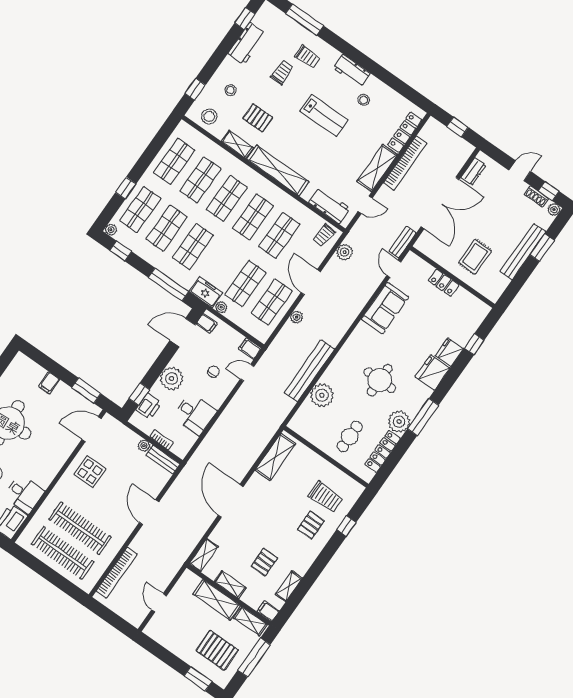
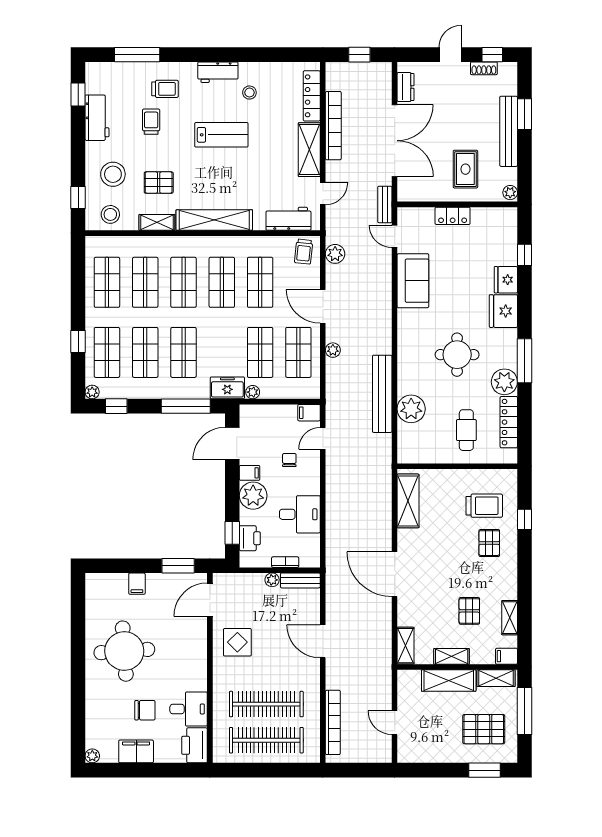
stool: (230, 90) -> (113, 174), width x1.89, depth x1.89
plant: (554, 210) -> (510, 193), moved
filing cabinet: (207, 323) -> (250, 473), moved

